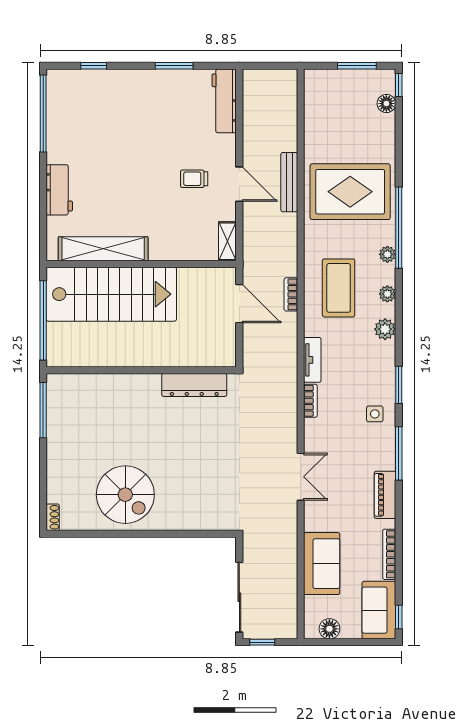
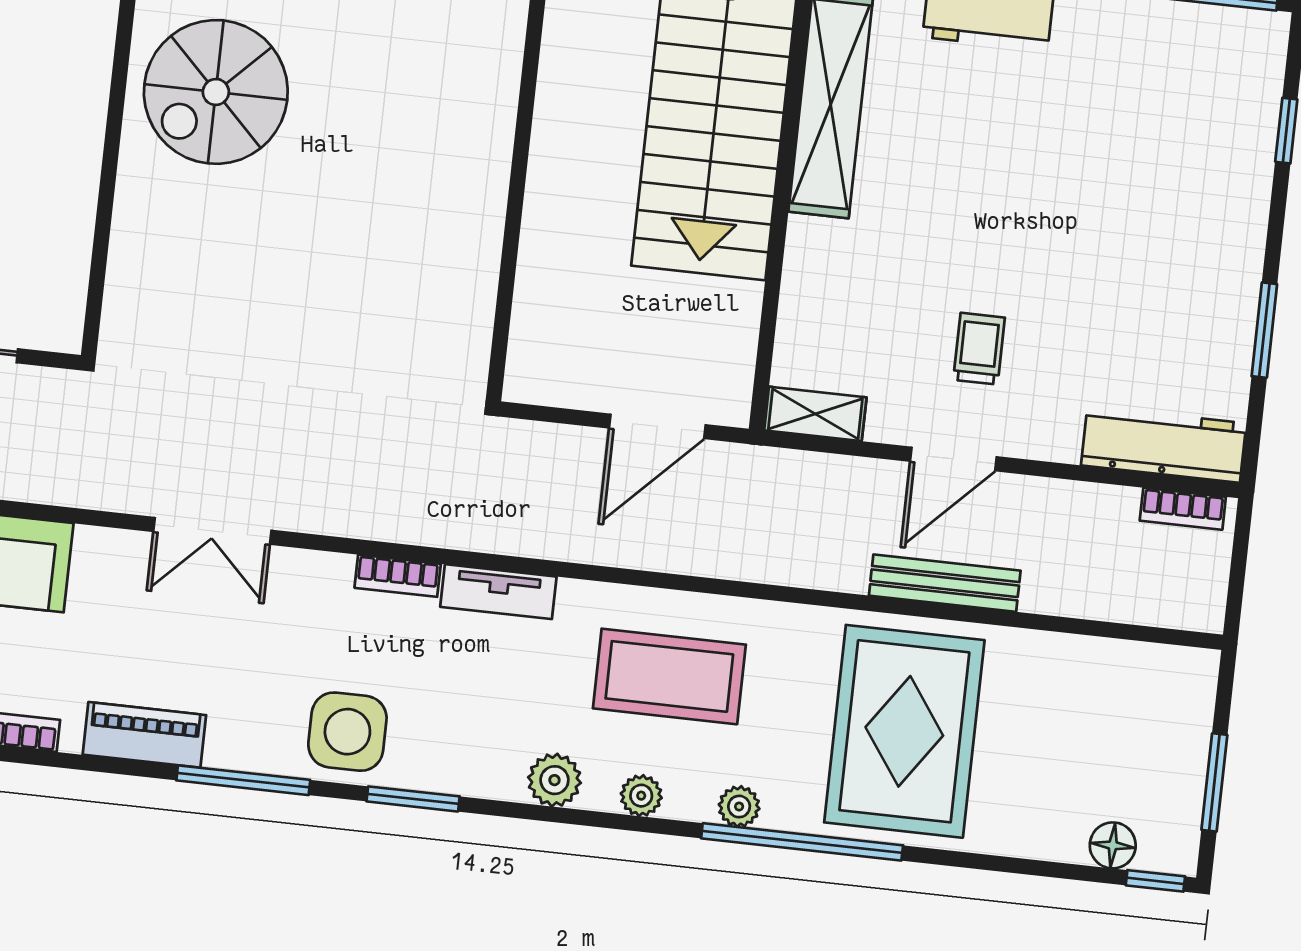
bookcase: (291, 294) -> (1183, 509), moved, turned 180
dresser: (194, 385) -> (469, 293), removed
side table: (375, 414) -> (347, 732), width x1.87, depth x1.87

